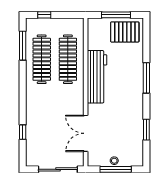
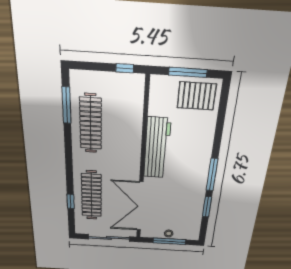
window: (44, 15) -> (125, 68), moved
clothes rail: (68, 59) -> (91, 195), moved
window: (146, 78) -> (212, 175), moved
double door: (86, 133) -> (140, 206), width x1.36

